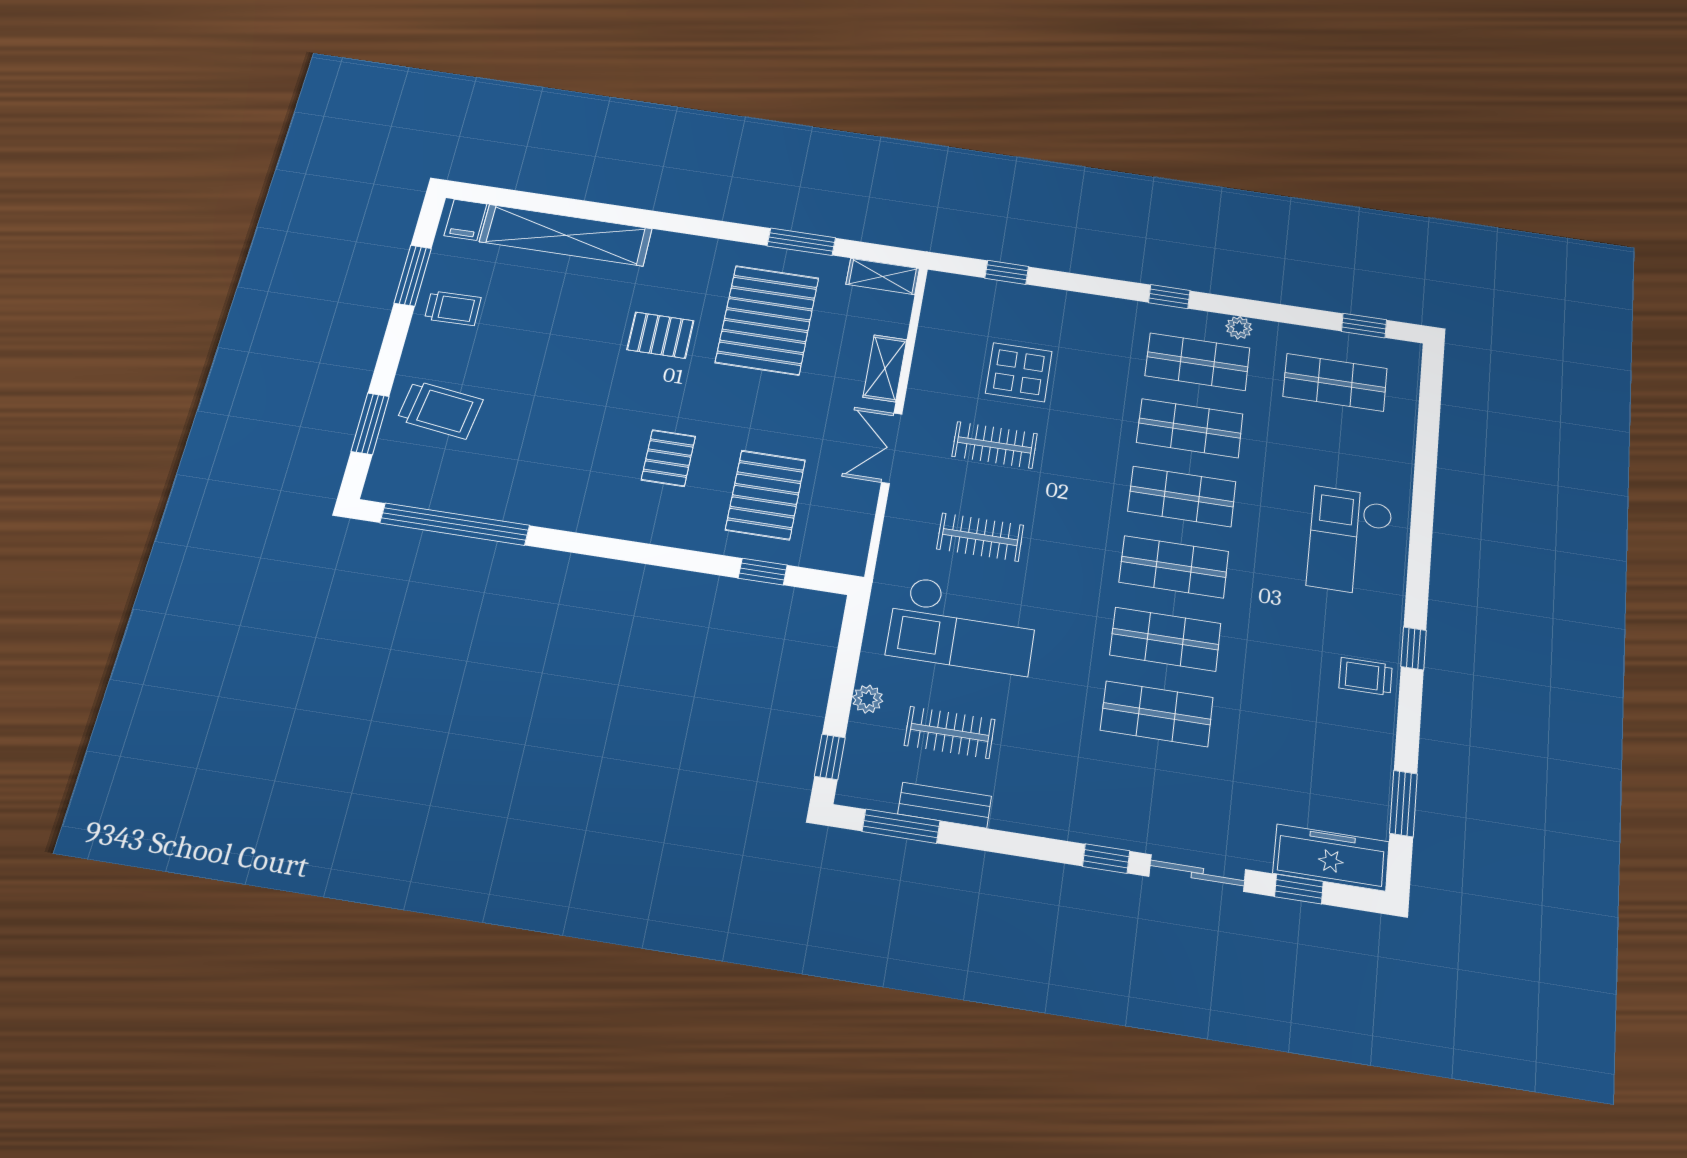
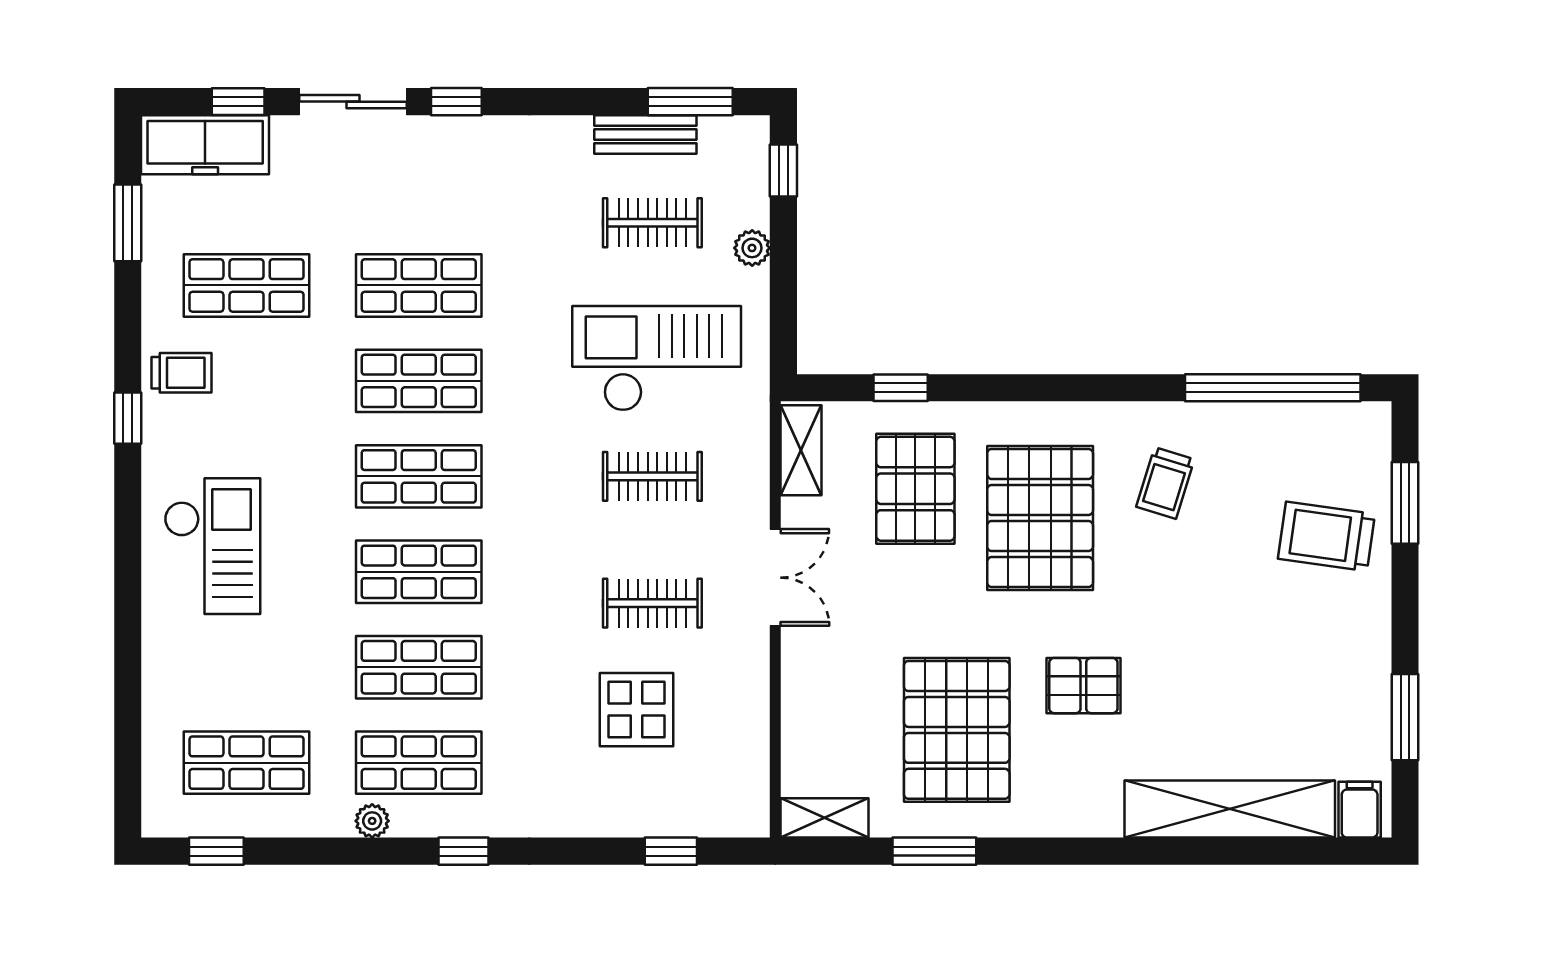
trolley: (453, 308) -> (1165, 483), moved, turned -72
shelving: (885, 368) -> (801, 450), moved
pallet: (668, 458) -> (1040, 518), width x2.05, depth x2.00
shop shelf: (1304, 737) -> (247, 285), added

